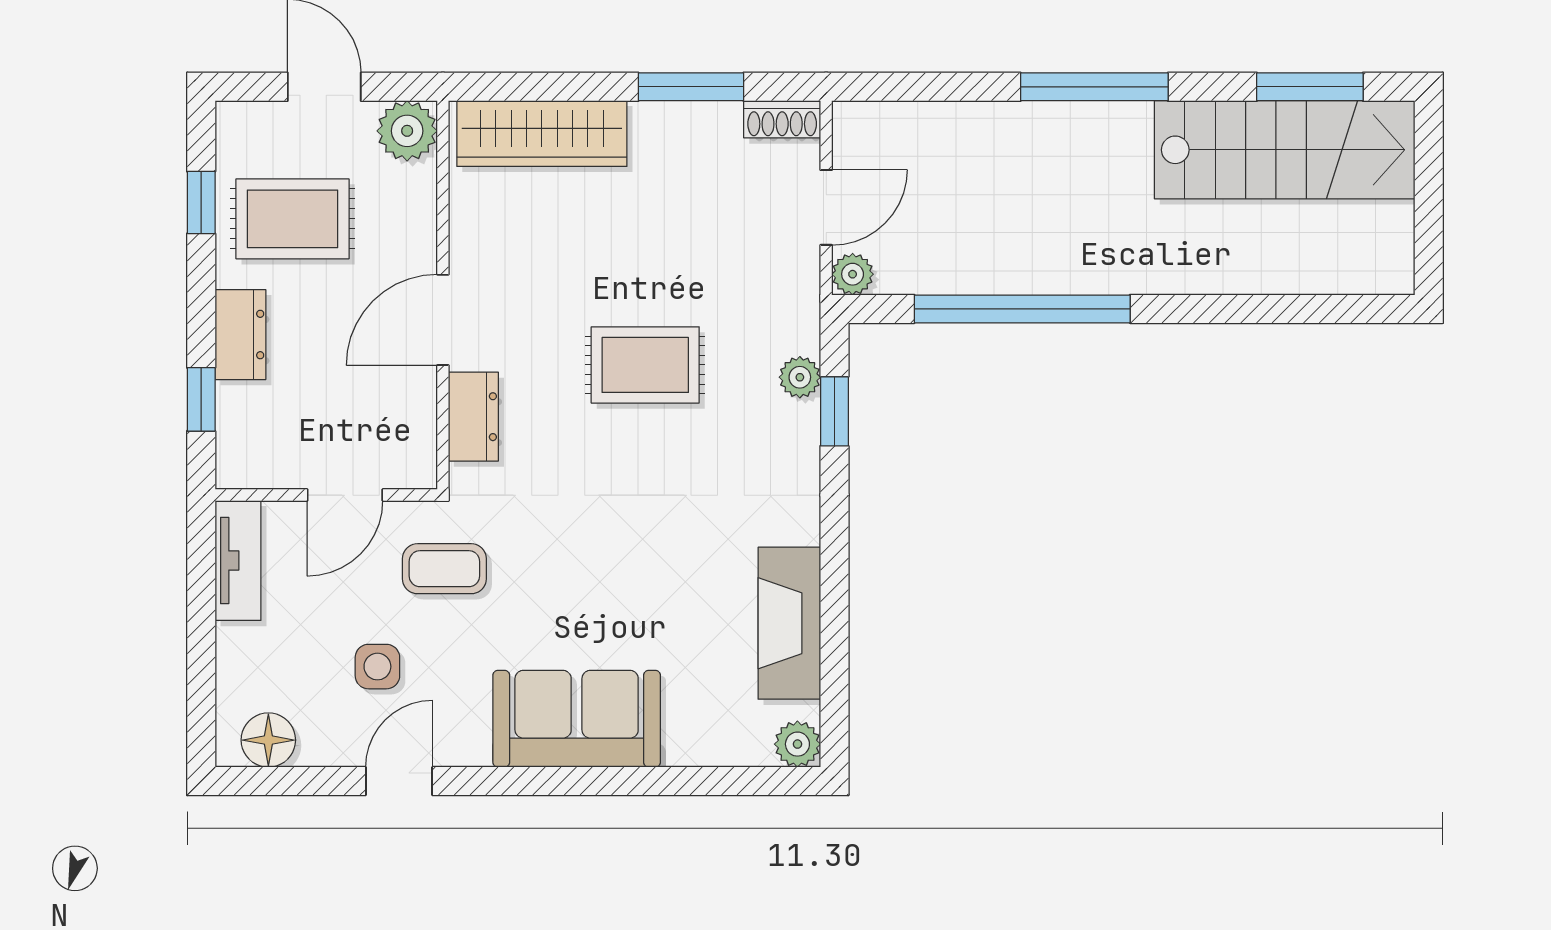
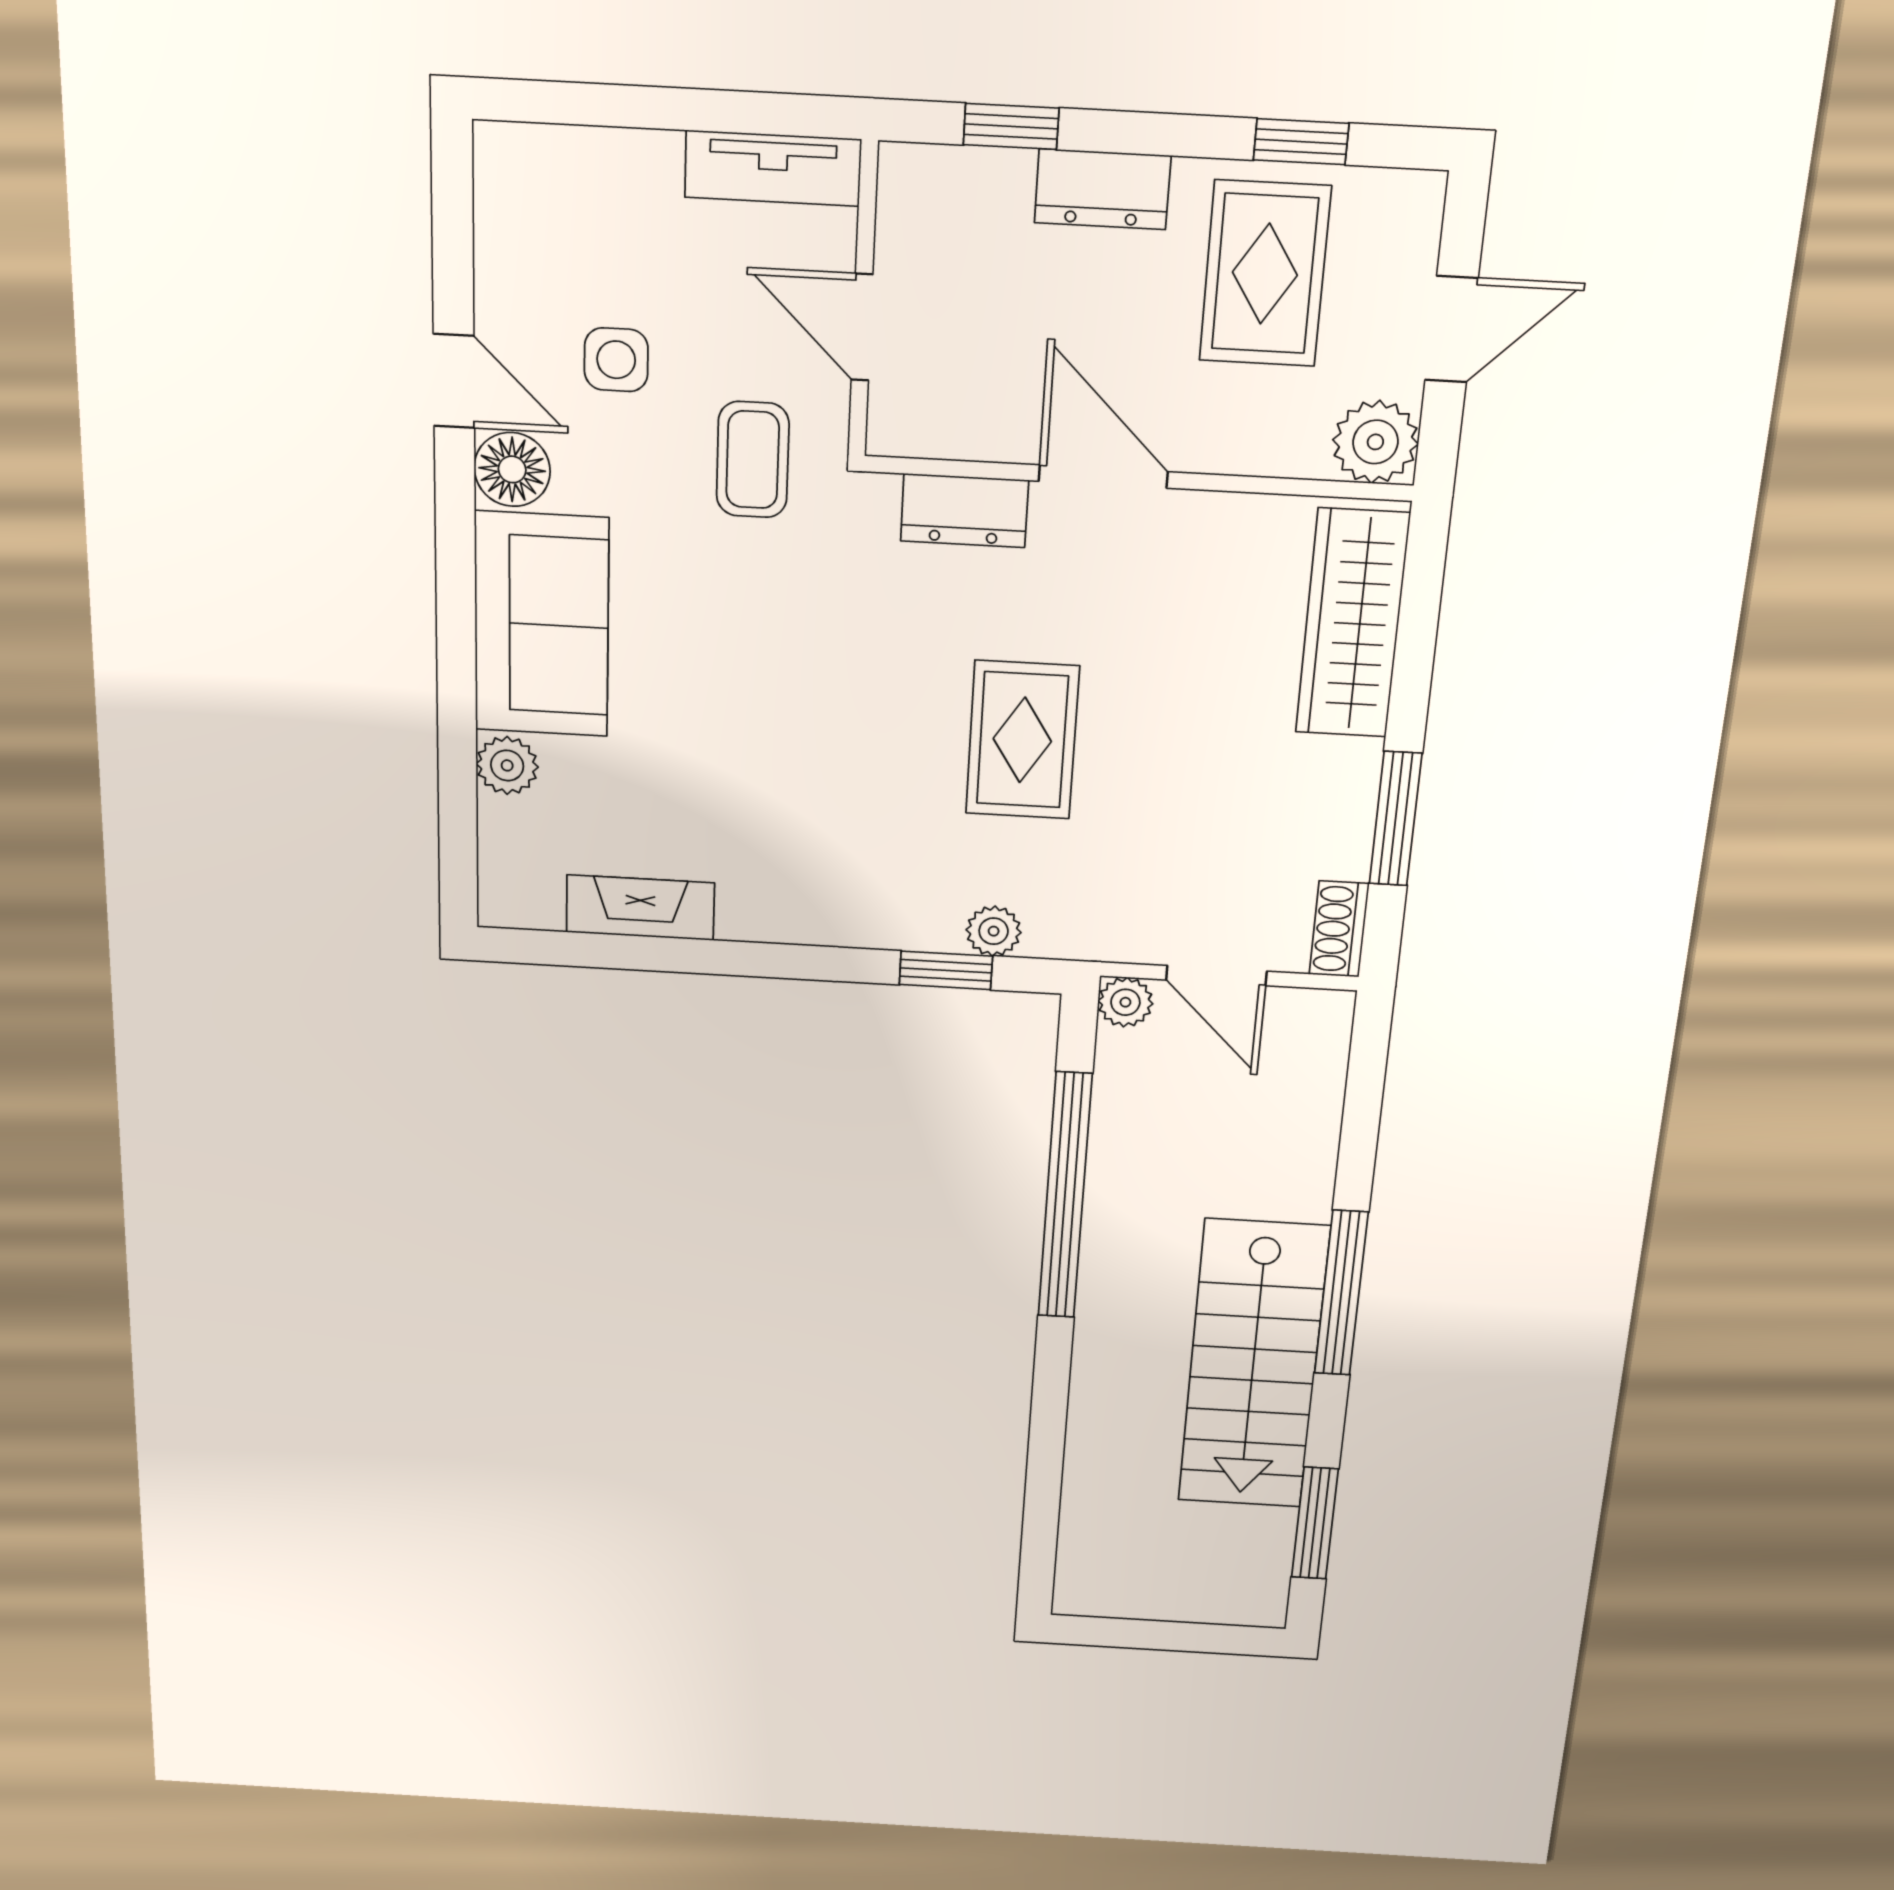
stairs: (1285, 150) -> (1253, 1365), moved
fireplace: (789, 623) -> (640, 908), width x0.73, depth x0.76
floor lamp: (268, 740) -> (512, 469), moved
plant: (797, 744) -> (507, 765), moved

